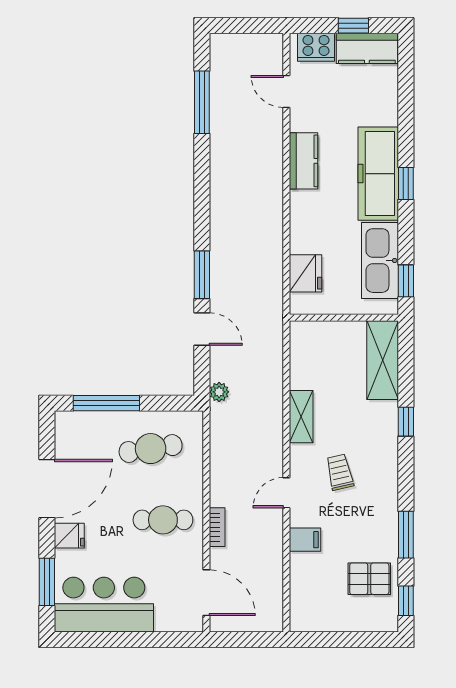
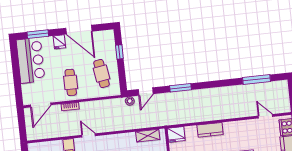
door: (286, 92) -> (265, 116), hinge flipped
kitchen counter: (303, 161) -> (210, 130), moved
fridge: (305, 273) -> (176, 134), moved
door: (202, 329) -> (146, 92), moved
window: (106, 403) -> (119, 52), width x0.46
shelving: (301, 417) -> (148, 136), moved

